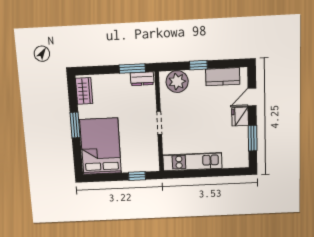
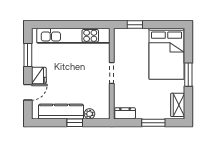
window: (132, 68) -> (153, 123), moved
kitchen counter: (223, 77) -> (61, 112), width x1.50
plant: (177, 82) -> (90, 114), width x0.53, depth x0.53
kitchen unit: (192, 162) -> (73, 36), width x1.36

